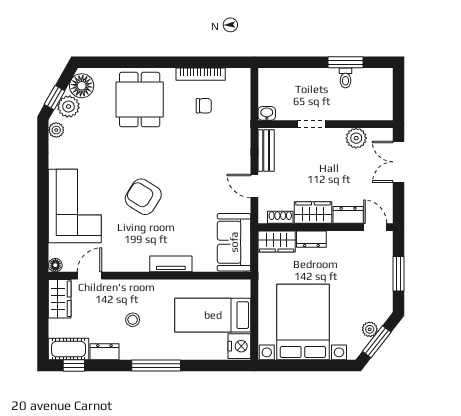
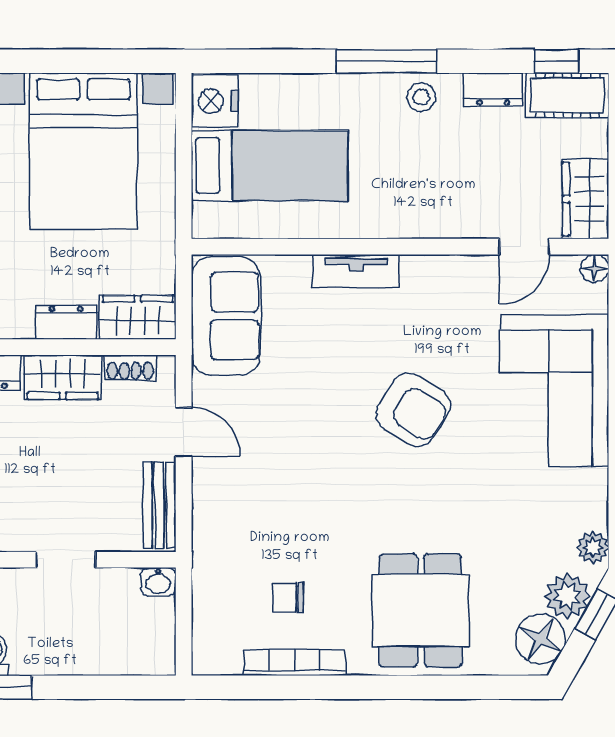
stool: (133, 320) -> (421, 97), moved

